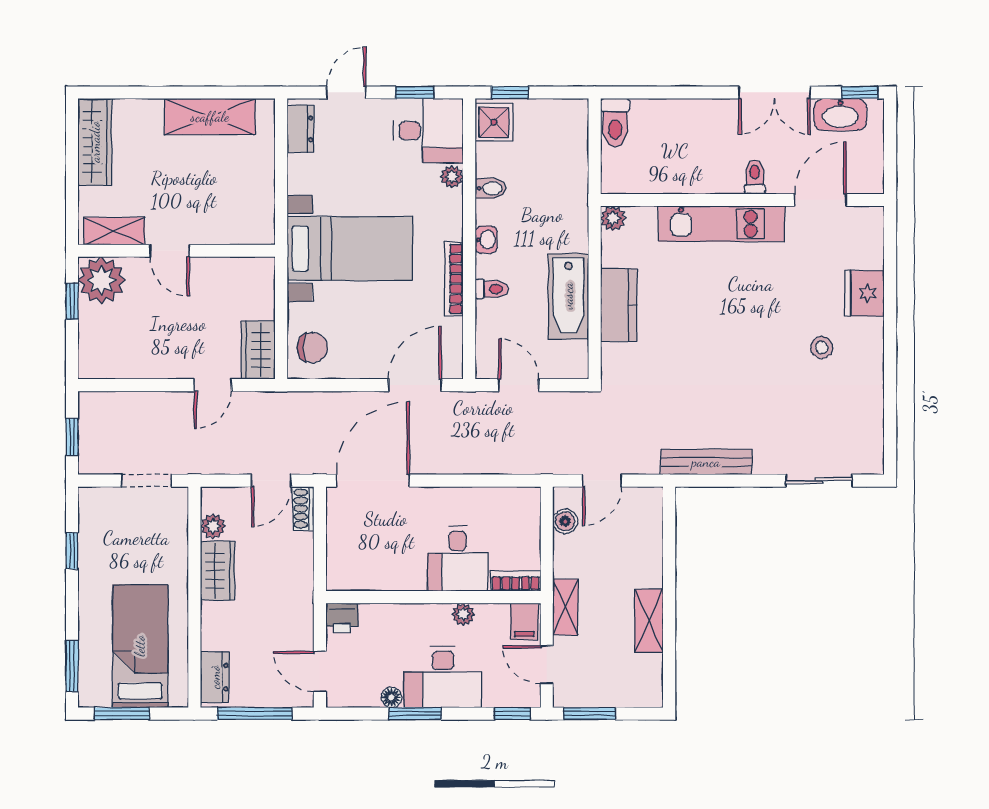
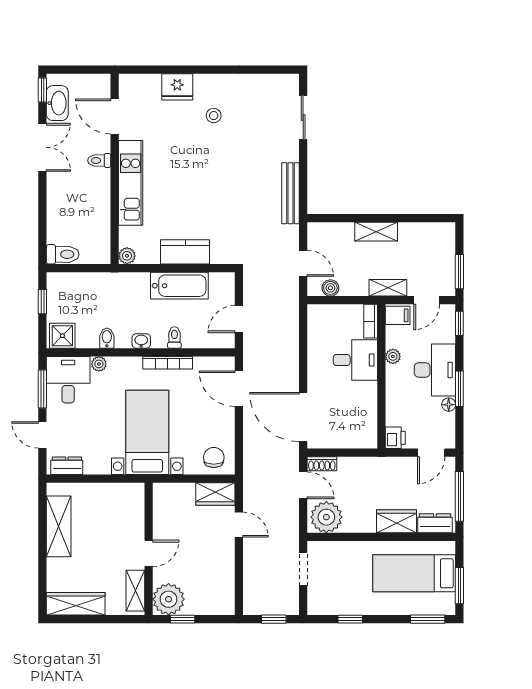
window: (415, 92) -> (42, 389), width x1.50
window: (510, 92) -> (42, 302), moved
plant: (213, 526) -> (326, 517), width x1.87, depth x1.87
wardrobe: (218, 571) -> (396, 521), moved
shelving: (649, 621) -> (376, 232), moved

